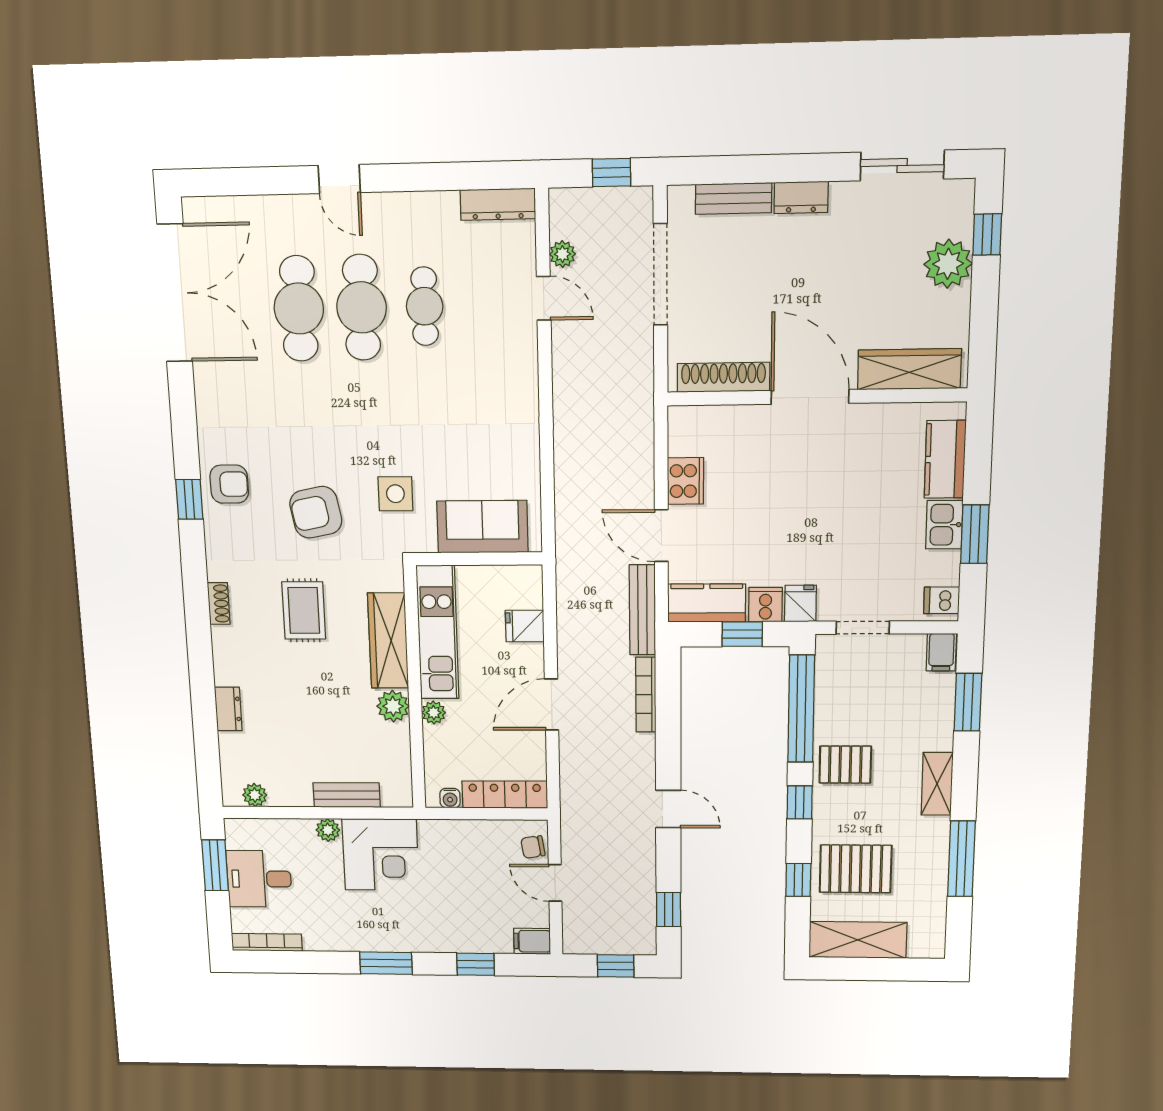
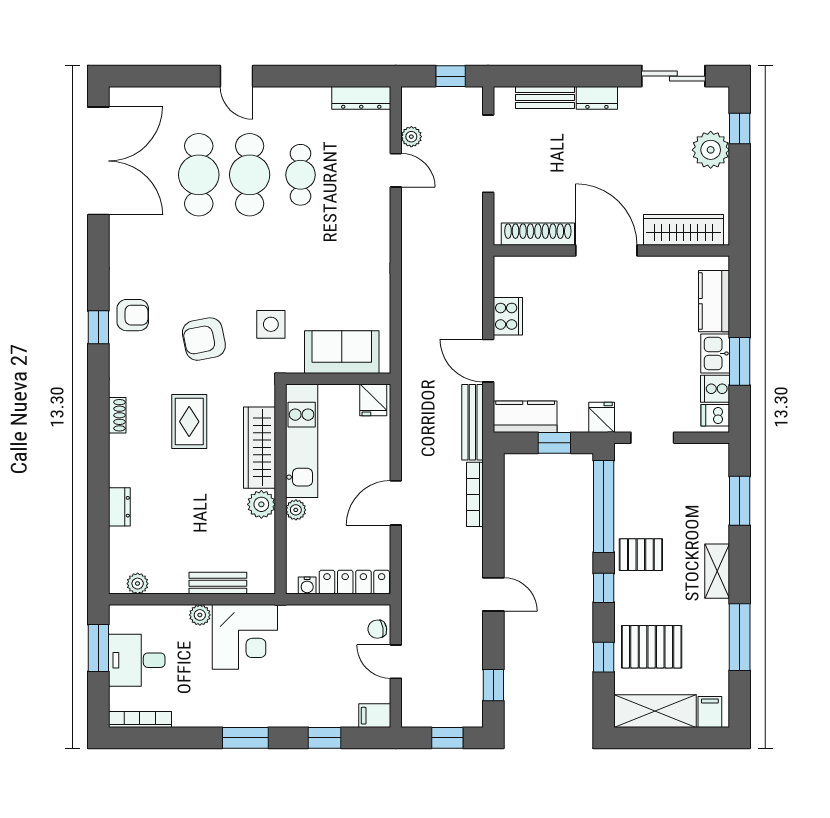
cooker: (765, 605) -> (715, 389), moved, turned -90
fridge: (525, 626) -> (373, 400), moved, turned -90
filing cabinet: (941, 652) -> (710, 712), moved, turned 180

